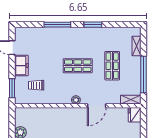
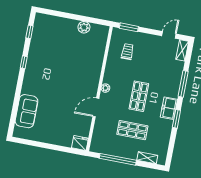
freezer: (21, 66) -> (169, 108), moved, turned 90
shelving: (131, 100) -> (182, 50), moved
door: (97, 106) -> (96, 107), hinge flipped

